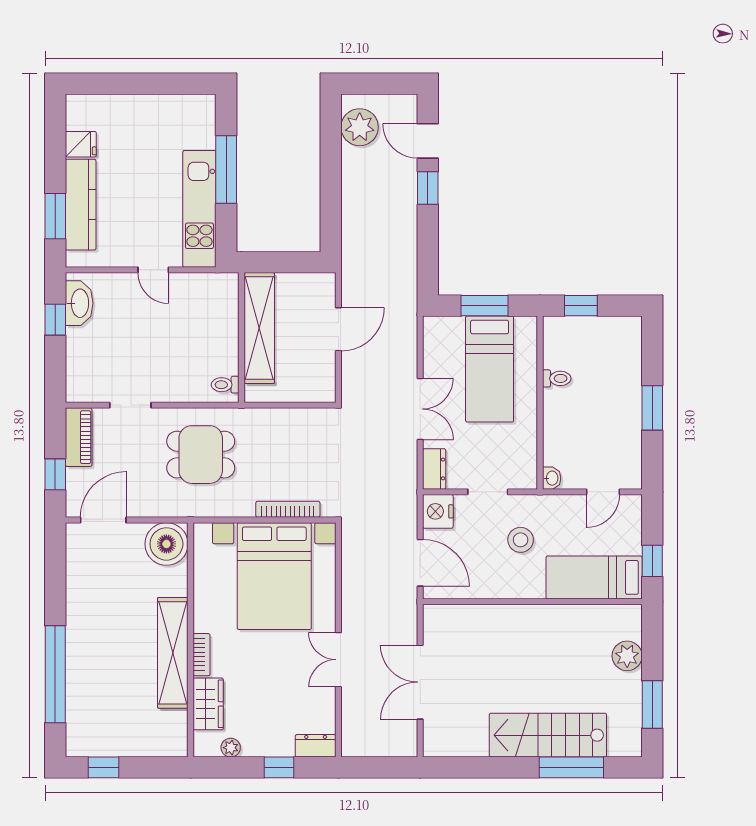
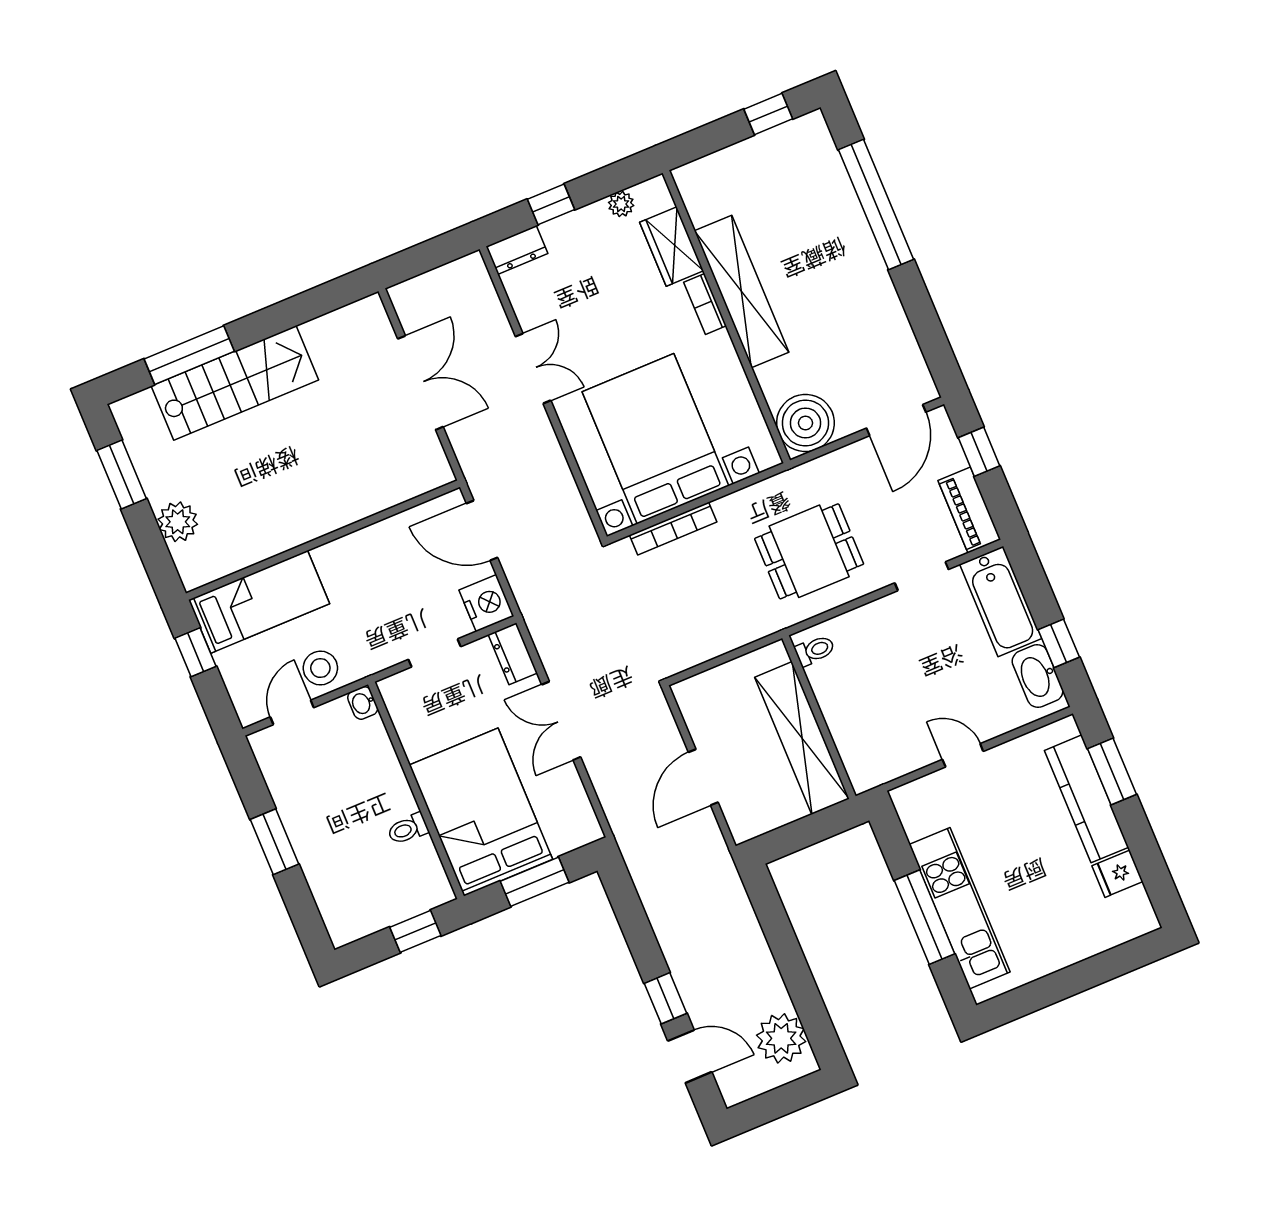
kitchen unit: (199, 209) -> (960, 908), moved
bathtub: (83, 365) -> (1001, 601), added
bed: (490, 369) -> (481, 812), width x1.50
stool: (521, 540) -> (320, 668), moved

